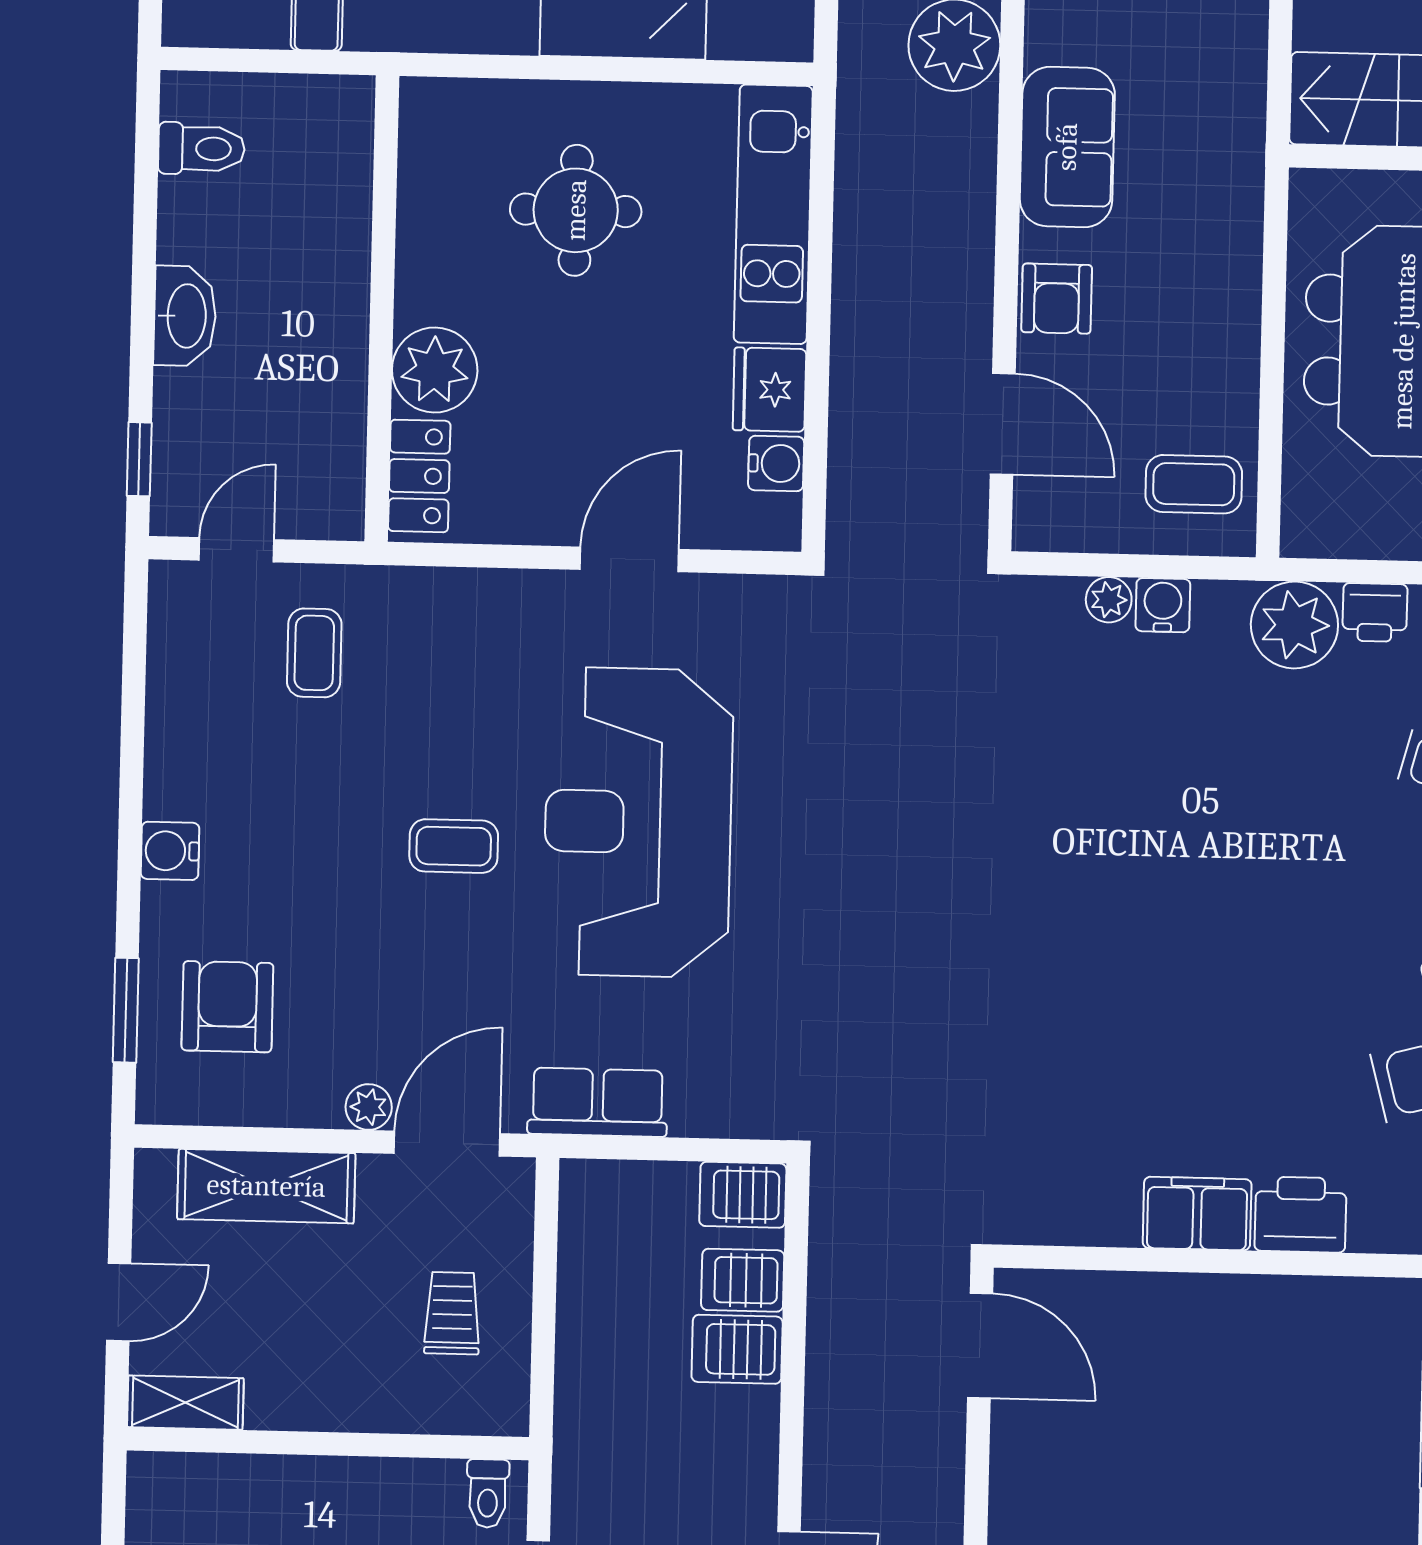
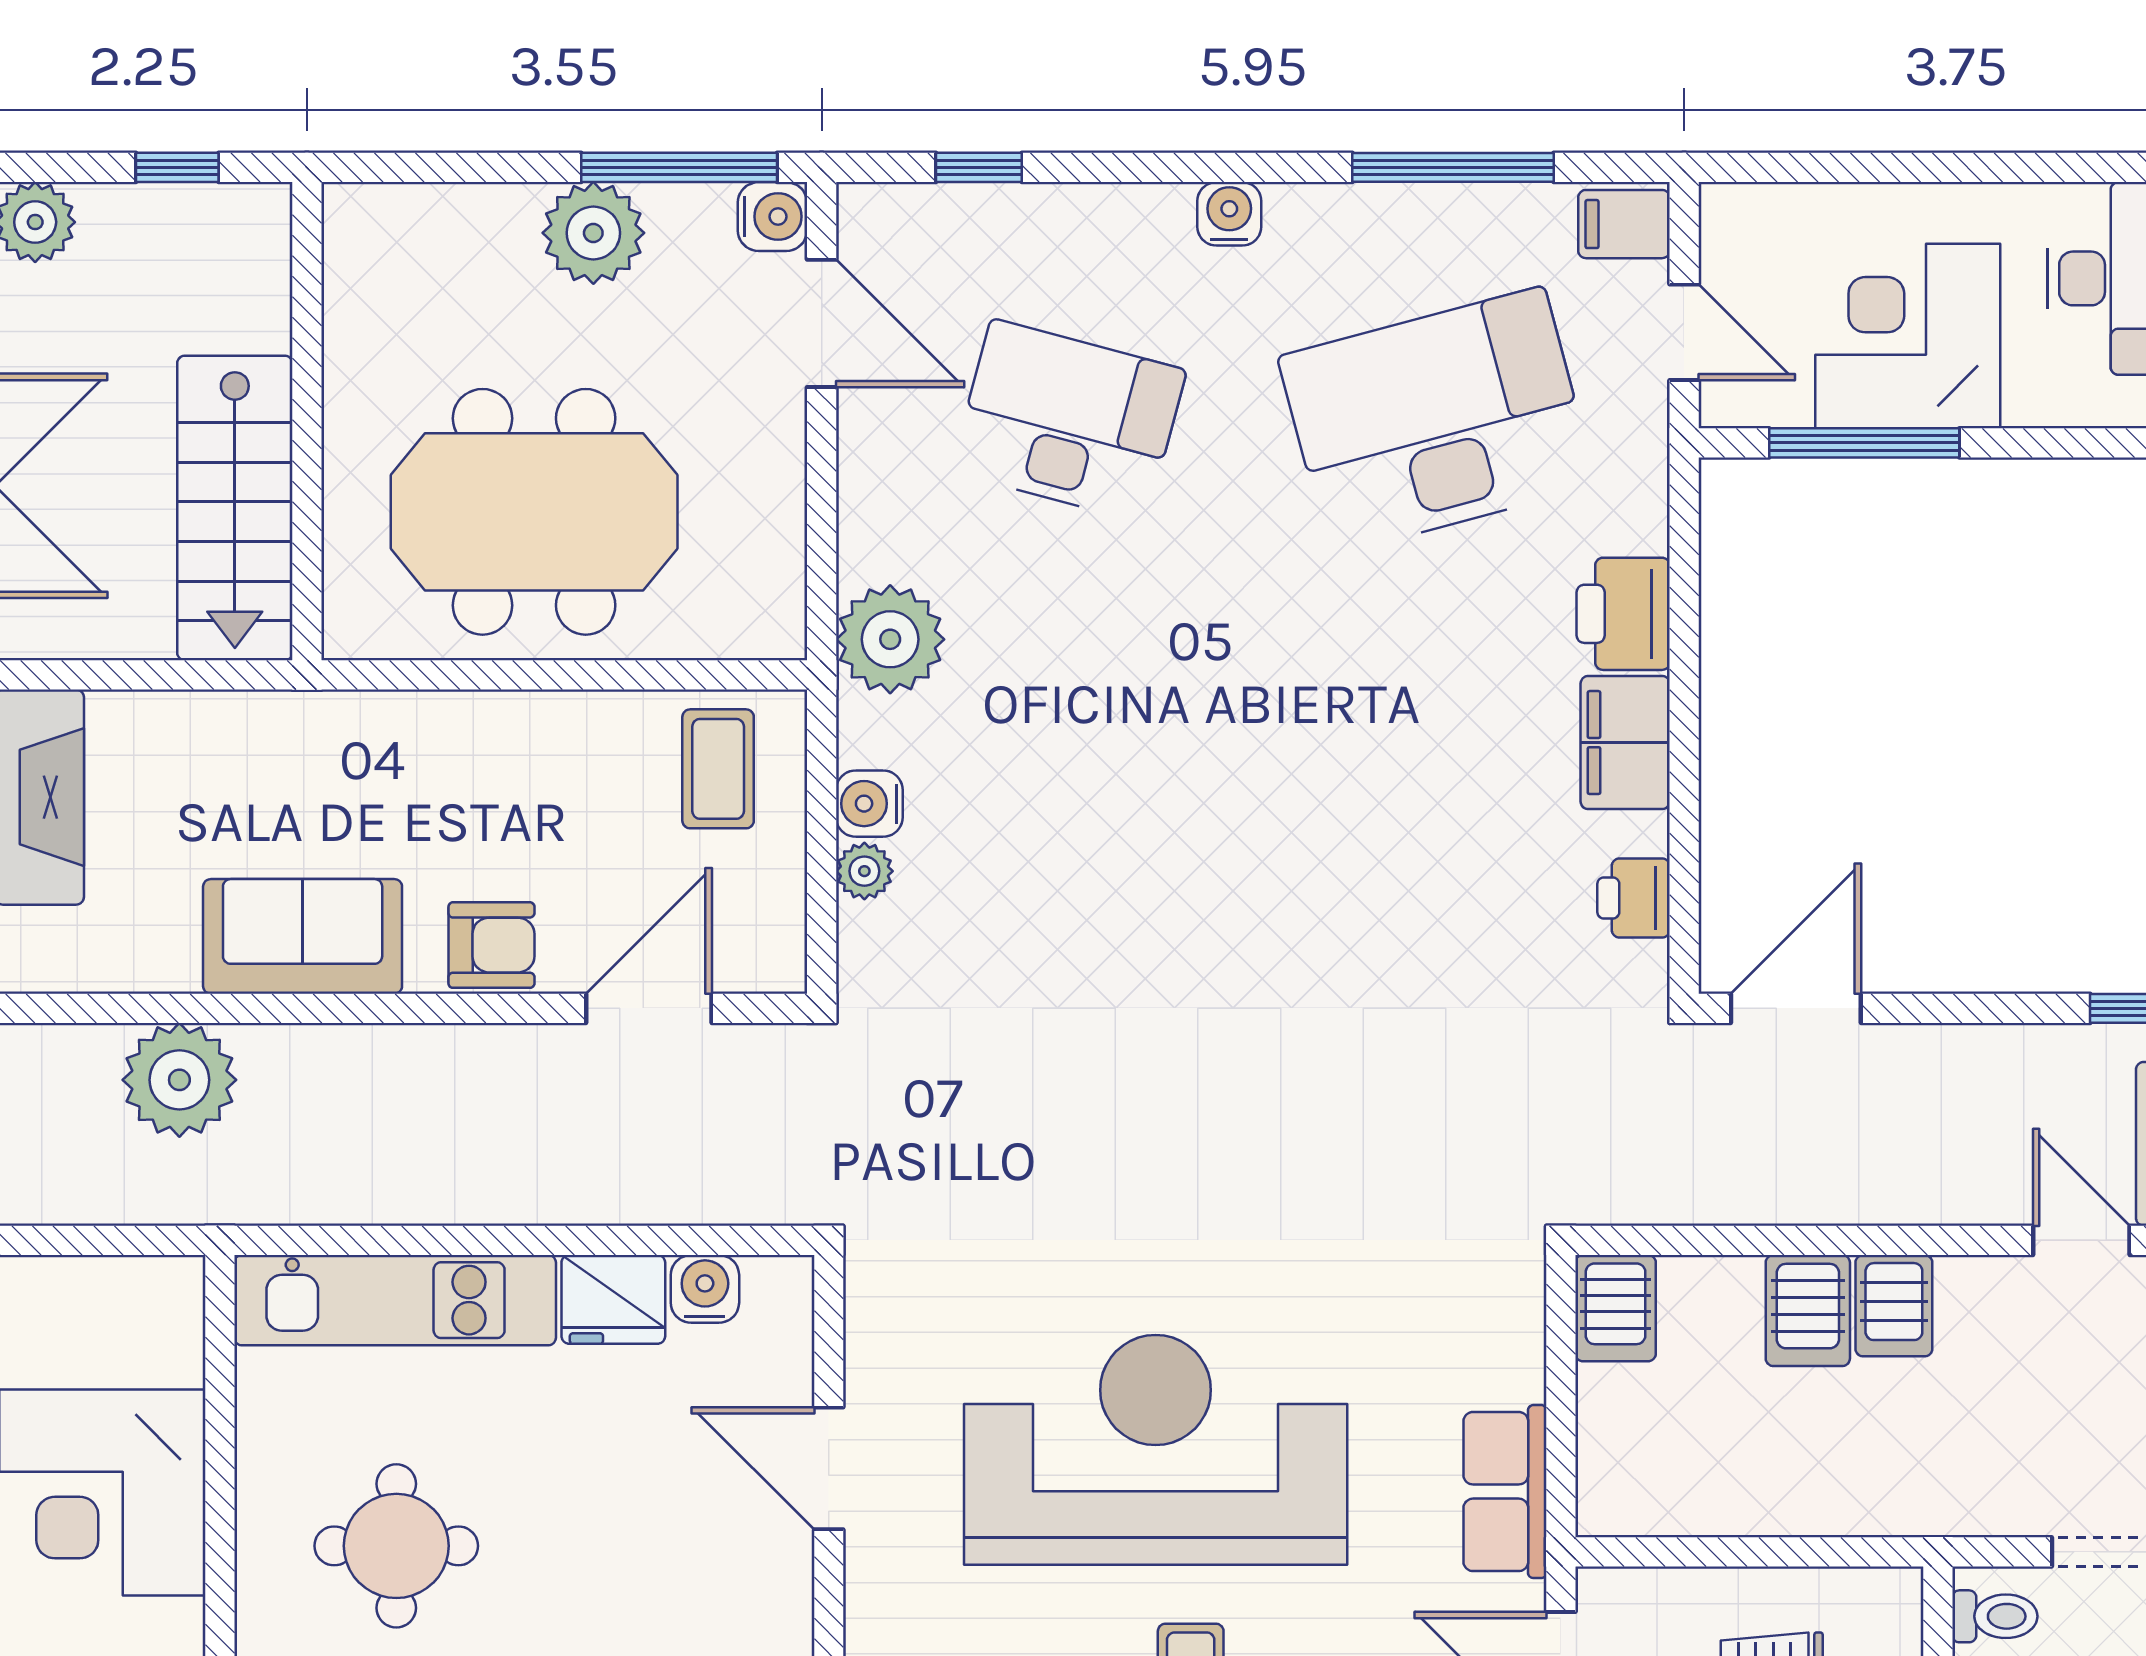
printer: (1375, 612) -> (1634, 898), moved, turned 180
reception desk: (638, 822) -> (1156, 1450), turned 180
server rack: (743, 1280) -> (1894, 1306), moved

